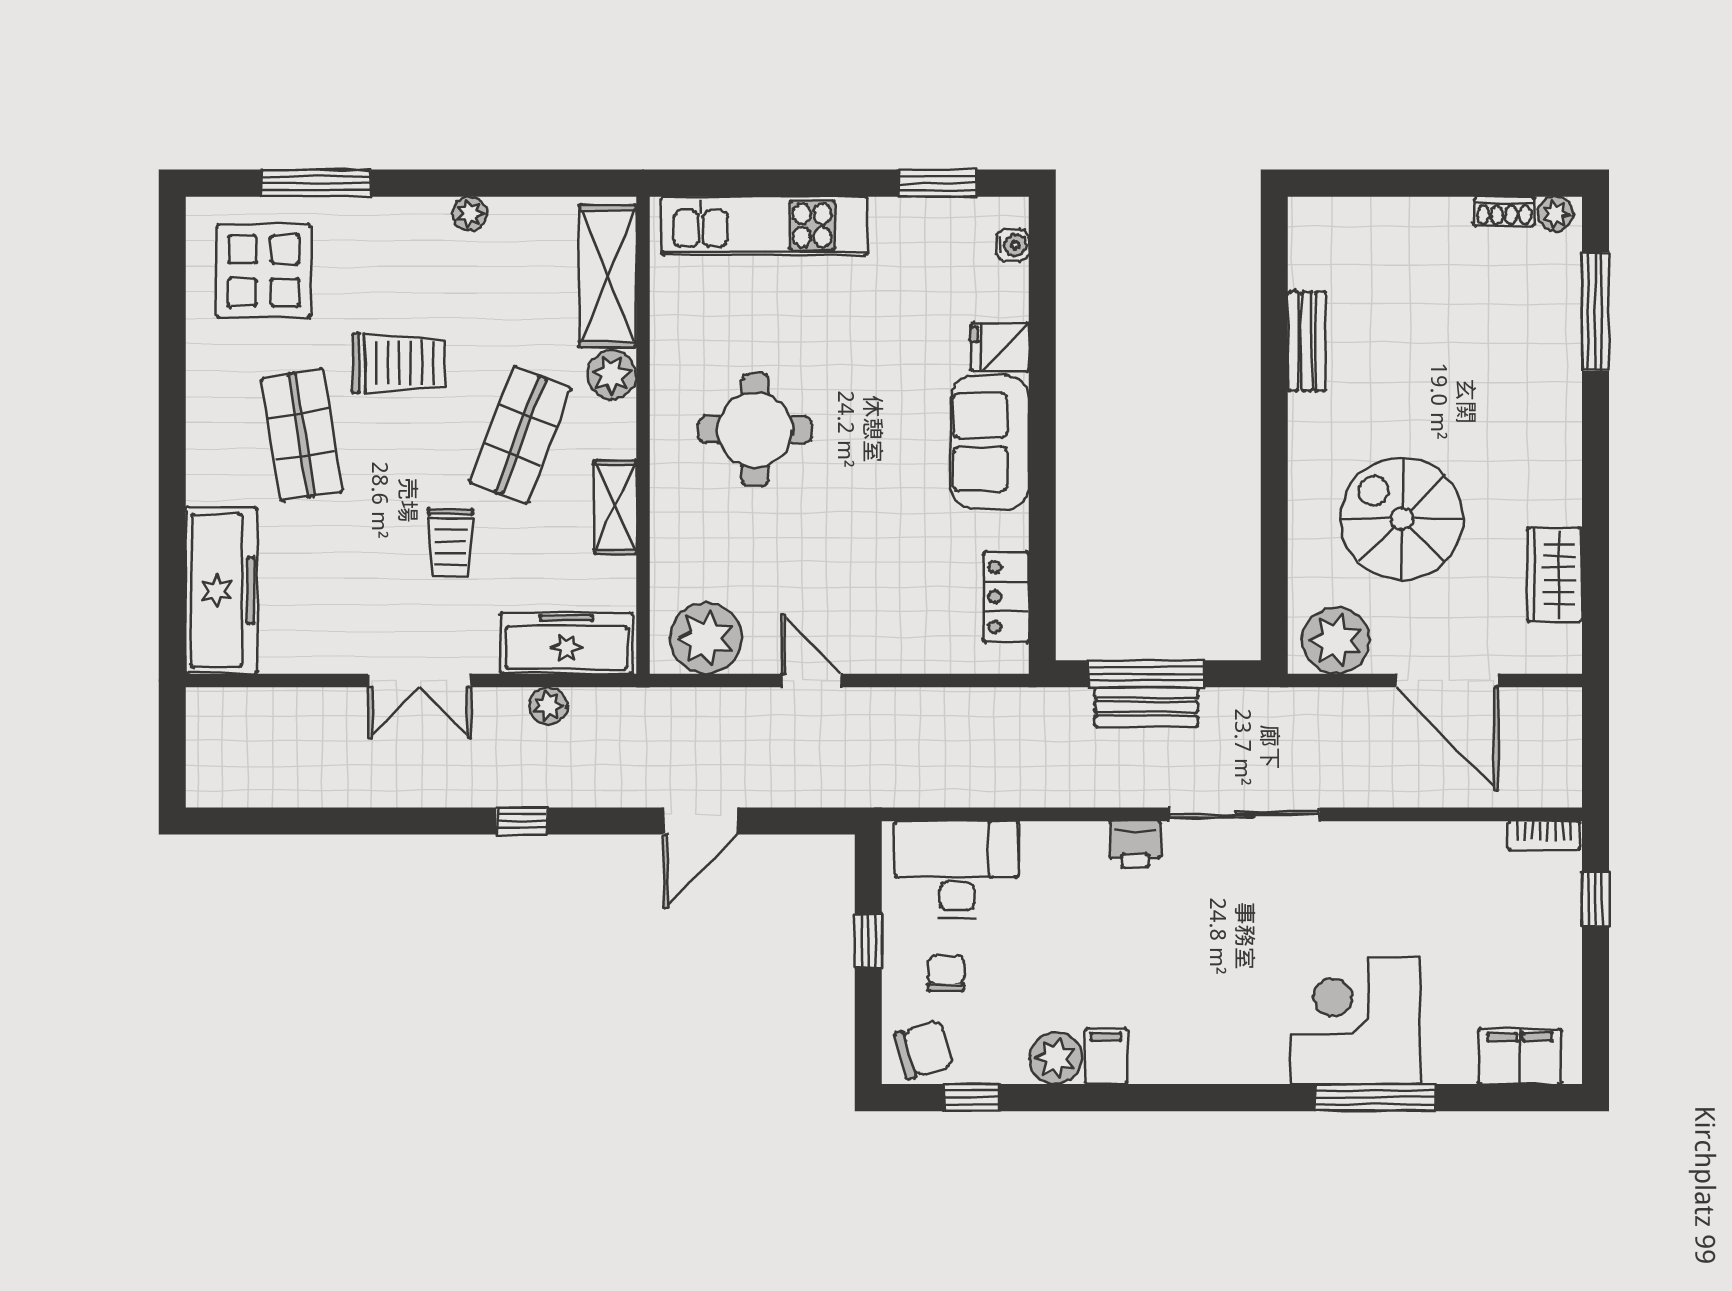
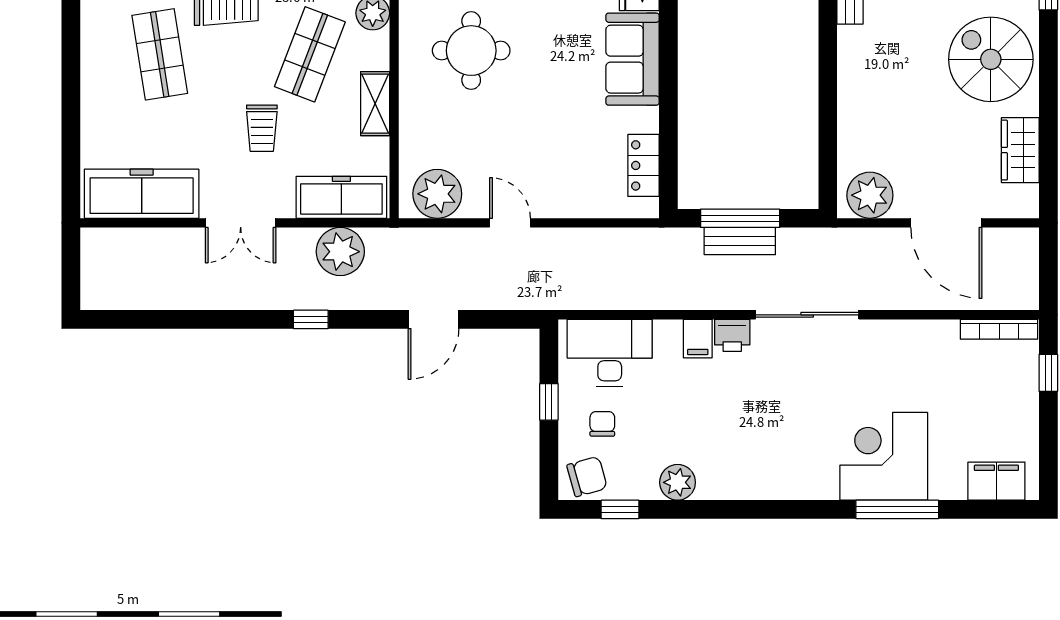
spiral stairs: (1402, 519) -> (991, 59), moved
freezer: (222, 591) -> (142, 194), moved, turned -90
plant: (548, 706) -> (340, 252), width x1.87, depth x1.87
bookcase: (1544, 835) -> (999, 329), width x1.56
filing cabinet: (1106, 1056) -> (698, 339), moved, turned 180

